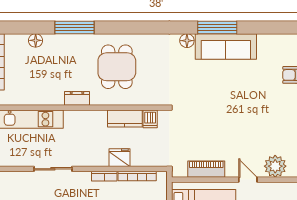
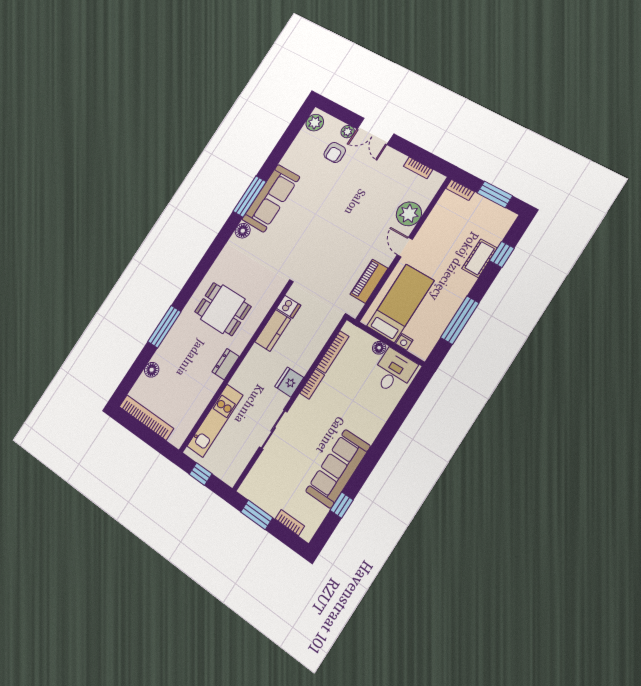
fridge: (119, 158) -> (289, 382), moved
door: (248, 180) -> (405, 247), hinge flipped

